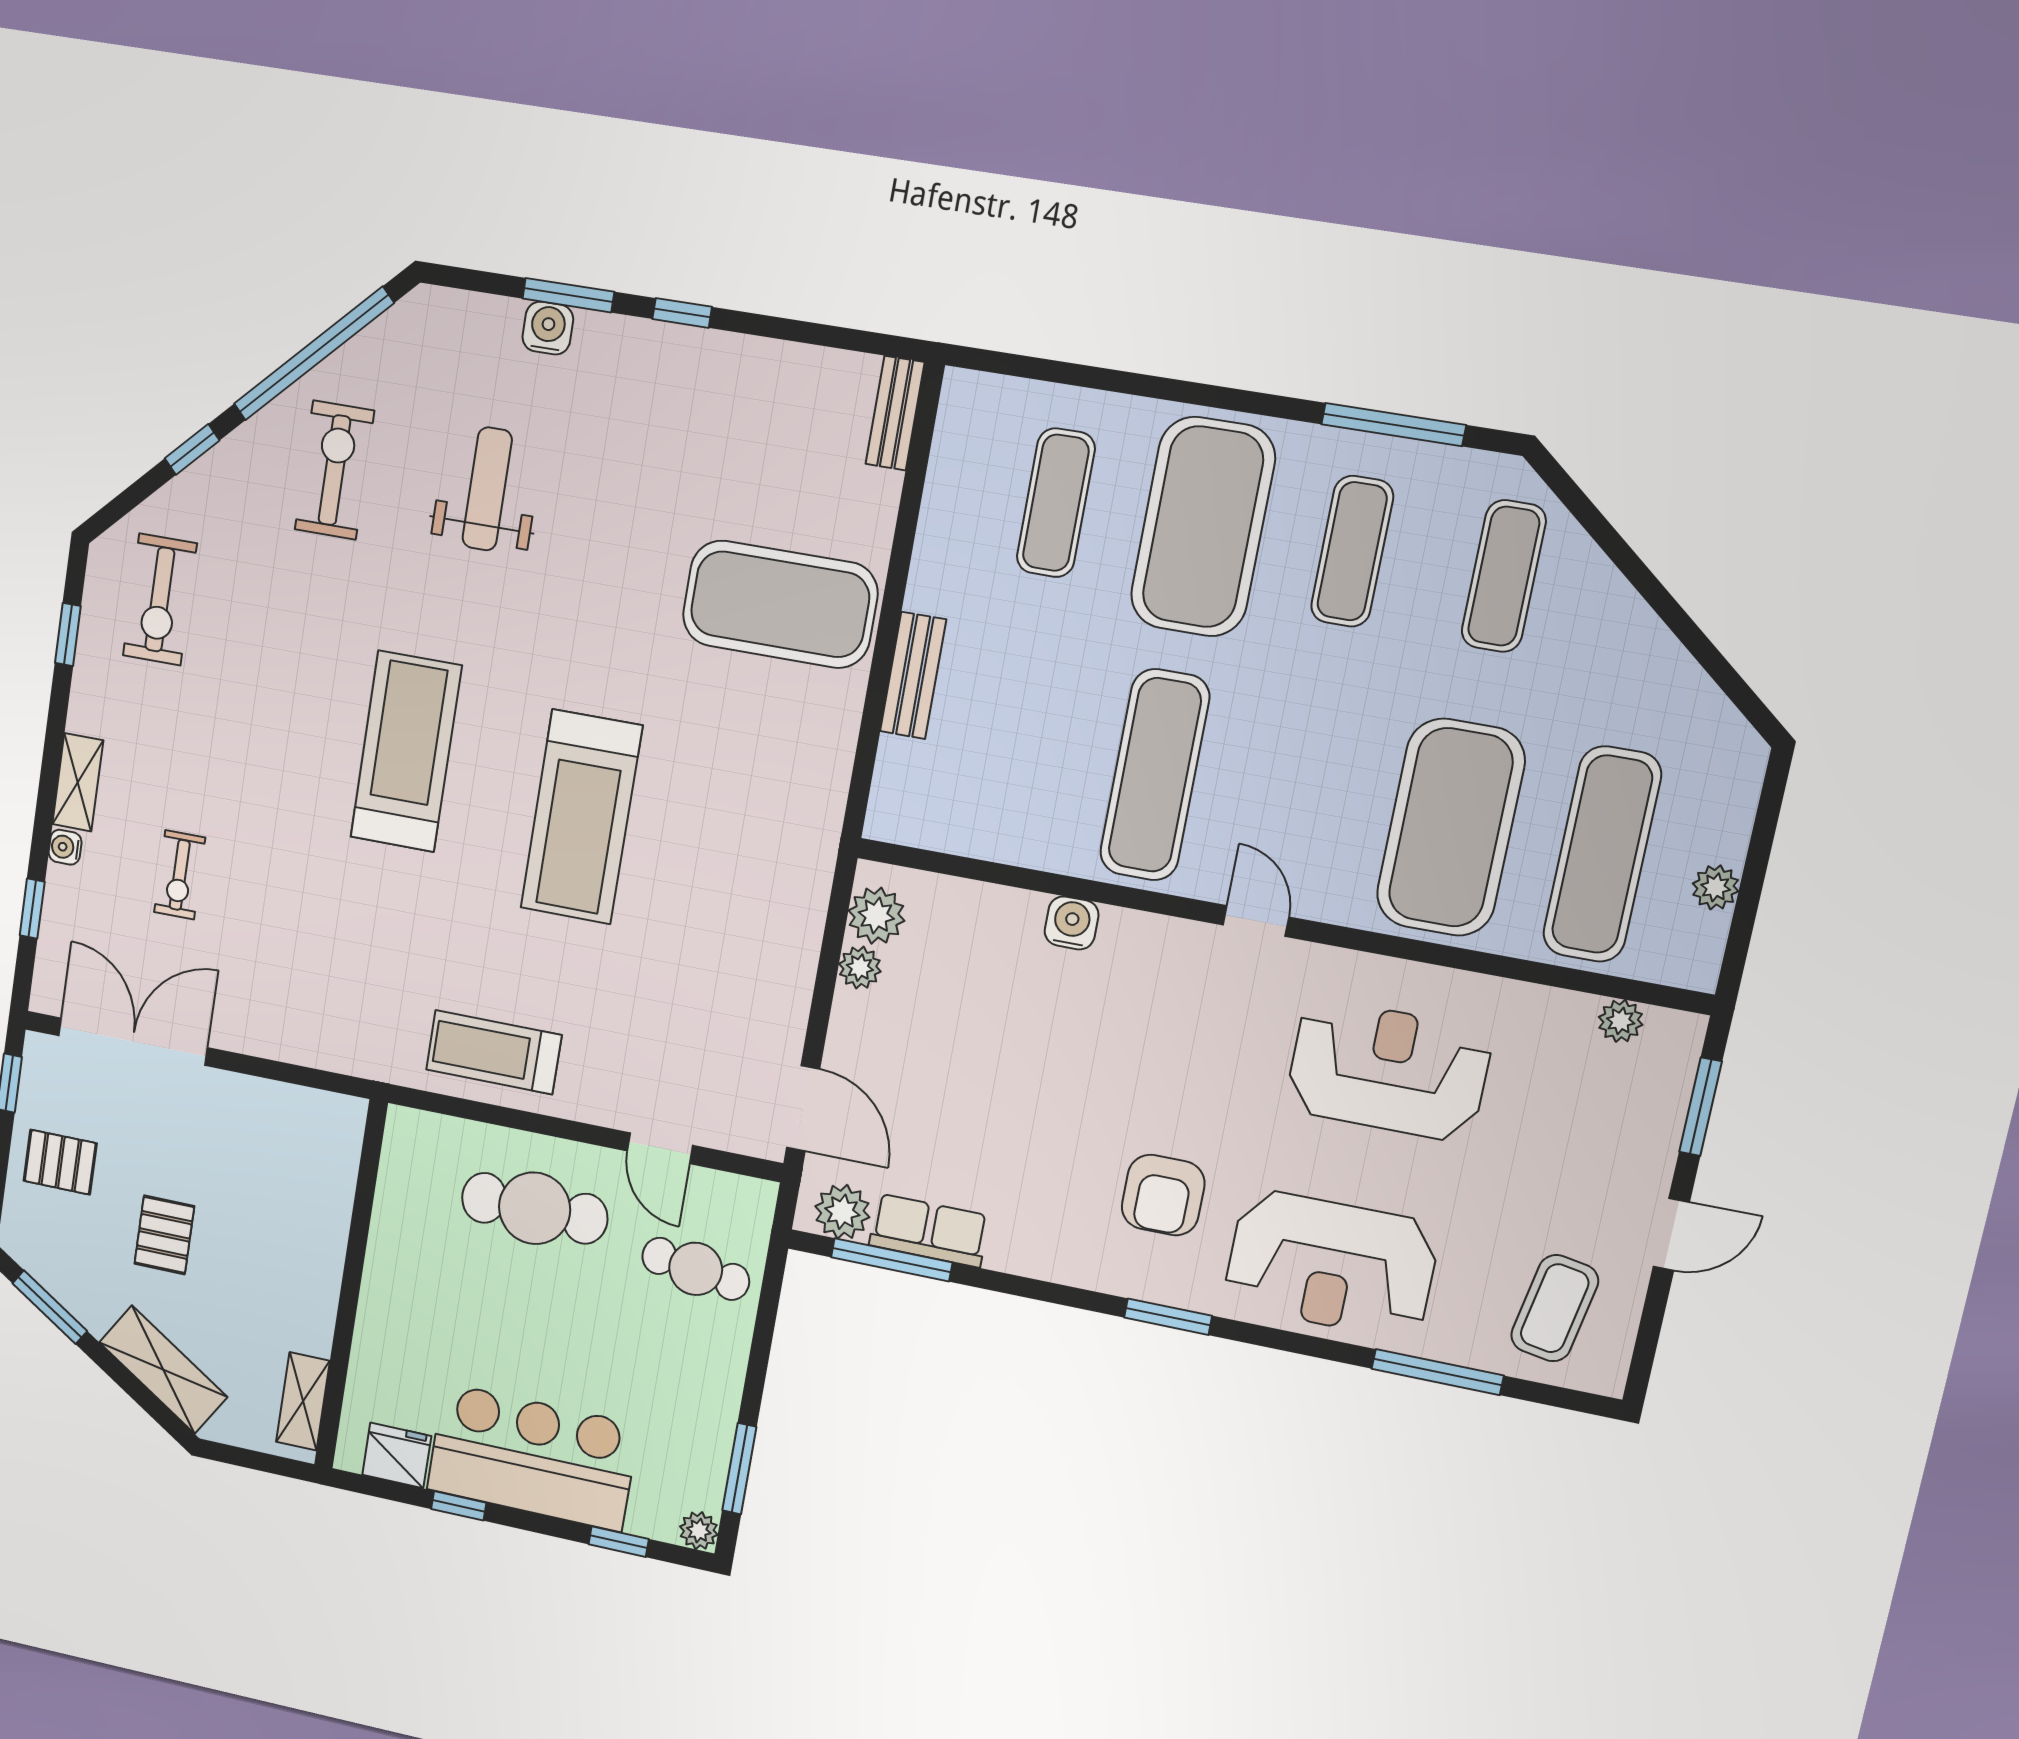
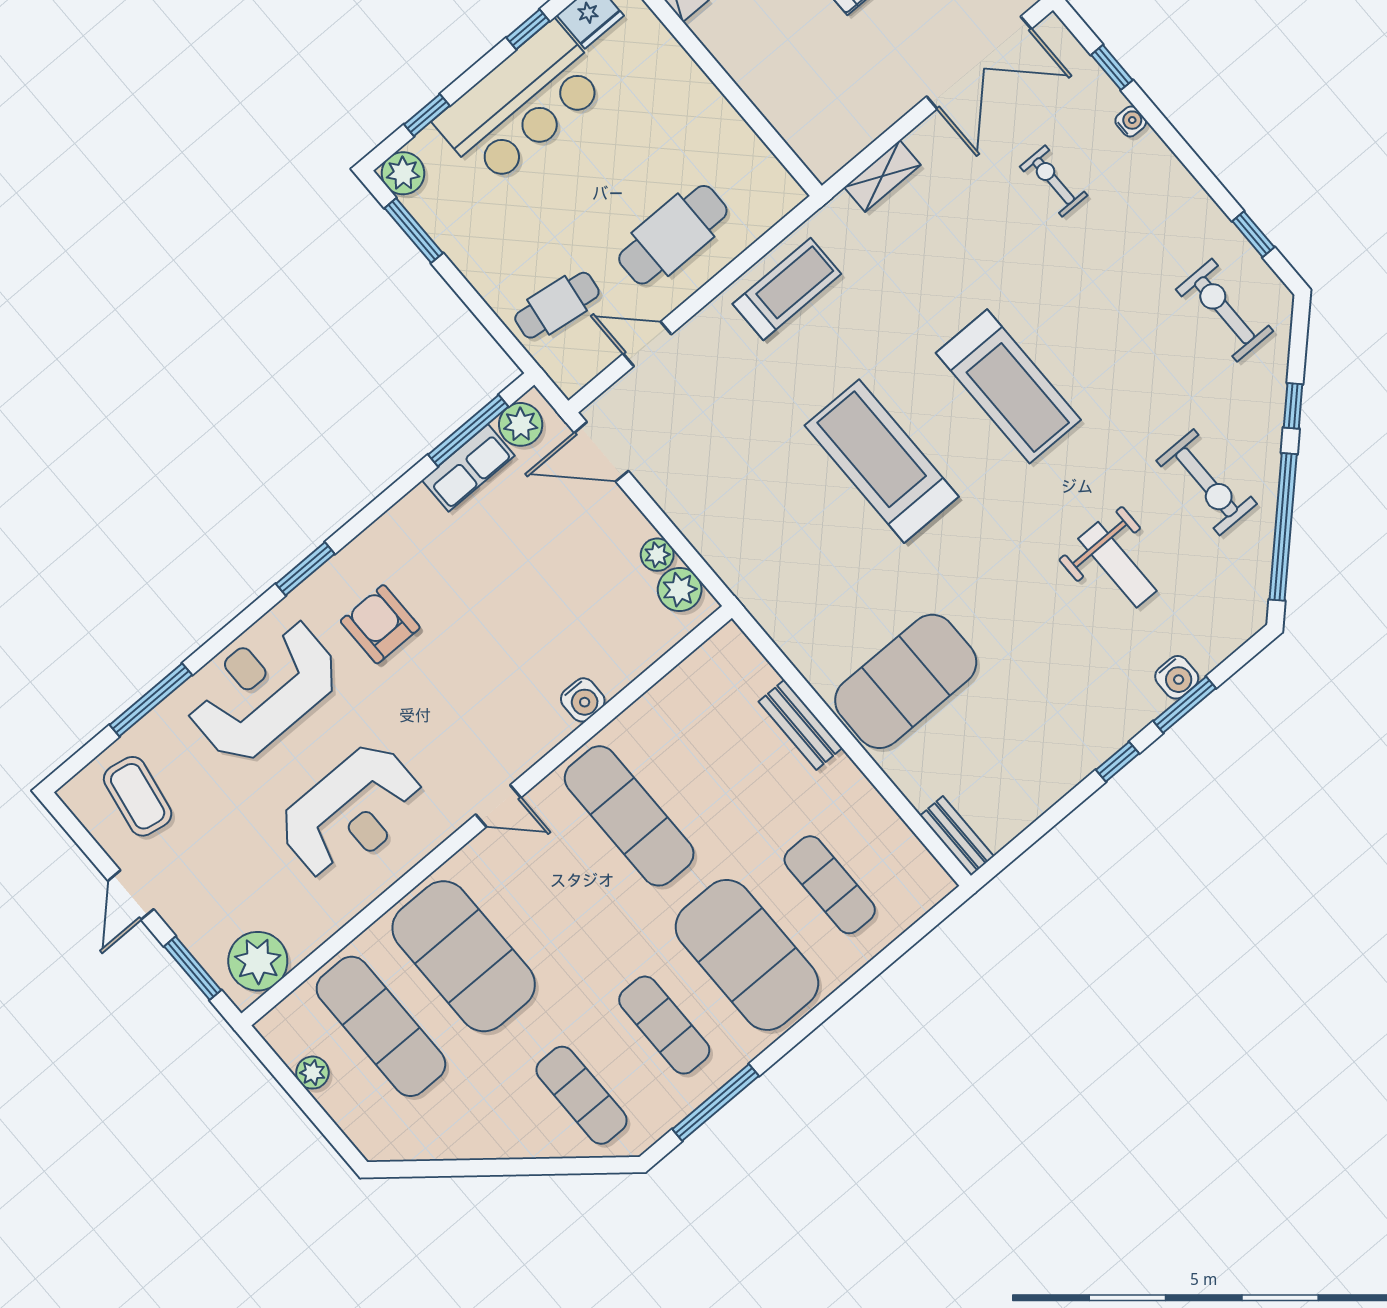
shelving: (78, 782) -> (882, 176), moved, turned 90
plant: (1621, 1021) -> (258, 961), width x1.87, depth x1.87
plant: (699, 1531) -> (403, 173), width x1.38, depth x1.38

